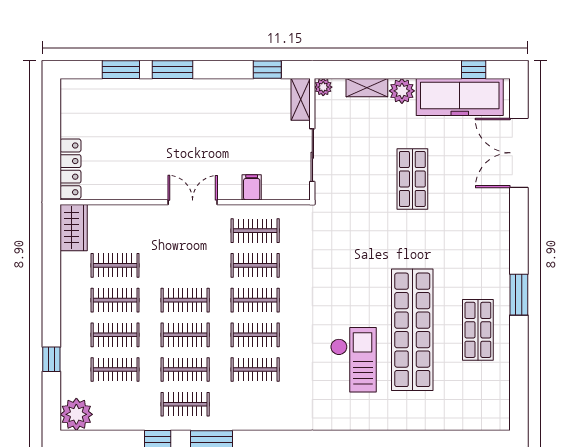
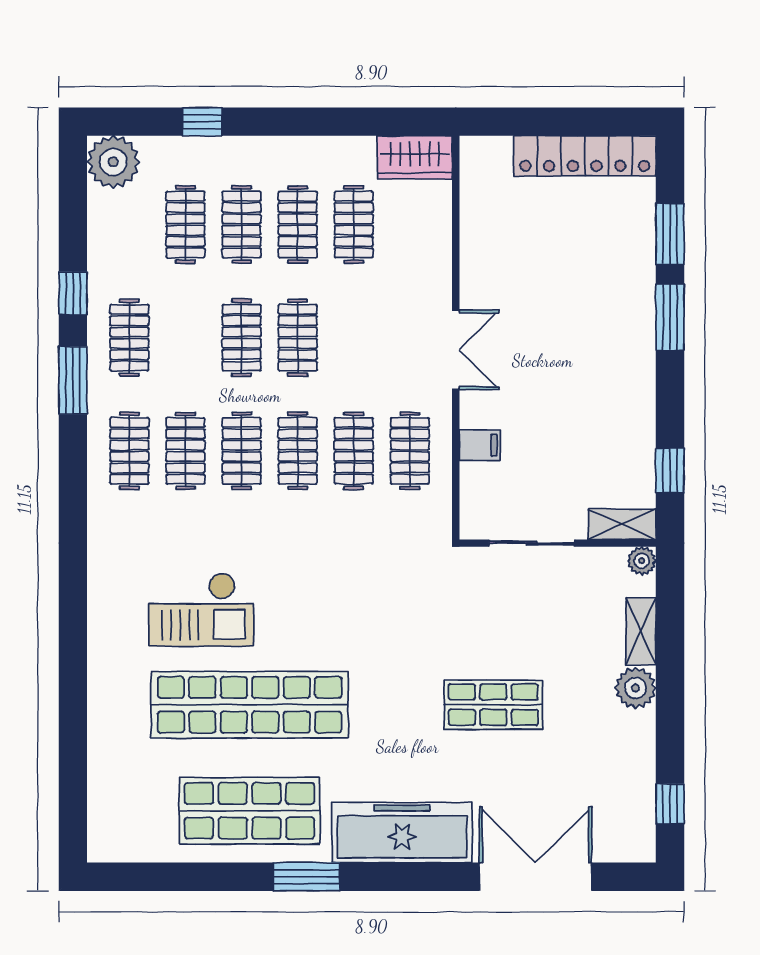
freezer: (460, 97) -> (402, 833), moved, turned 90
locker: (70, 169) -> (585, 156), moved, width x1.41, depth x1.21
shop shelf: (478, 330) -> (250, 811), width x1.43, depth x1.36
clothes rail: (185, 370) -> (129, 451), moved

